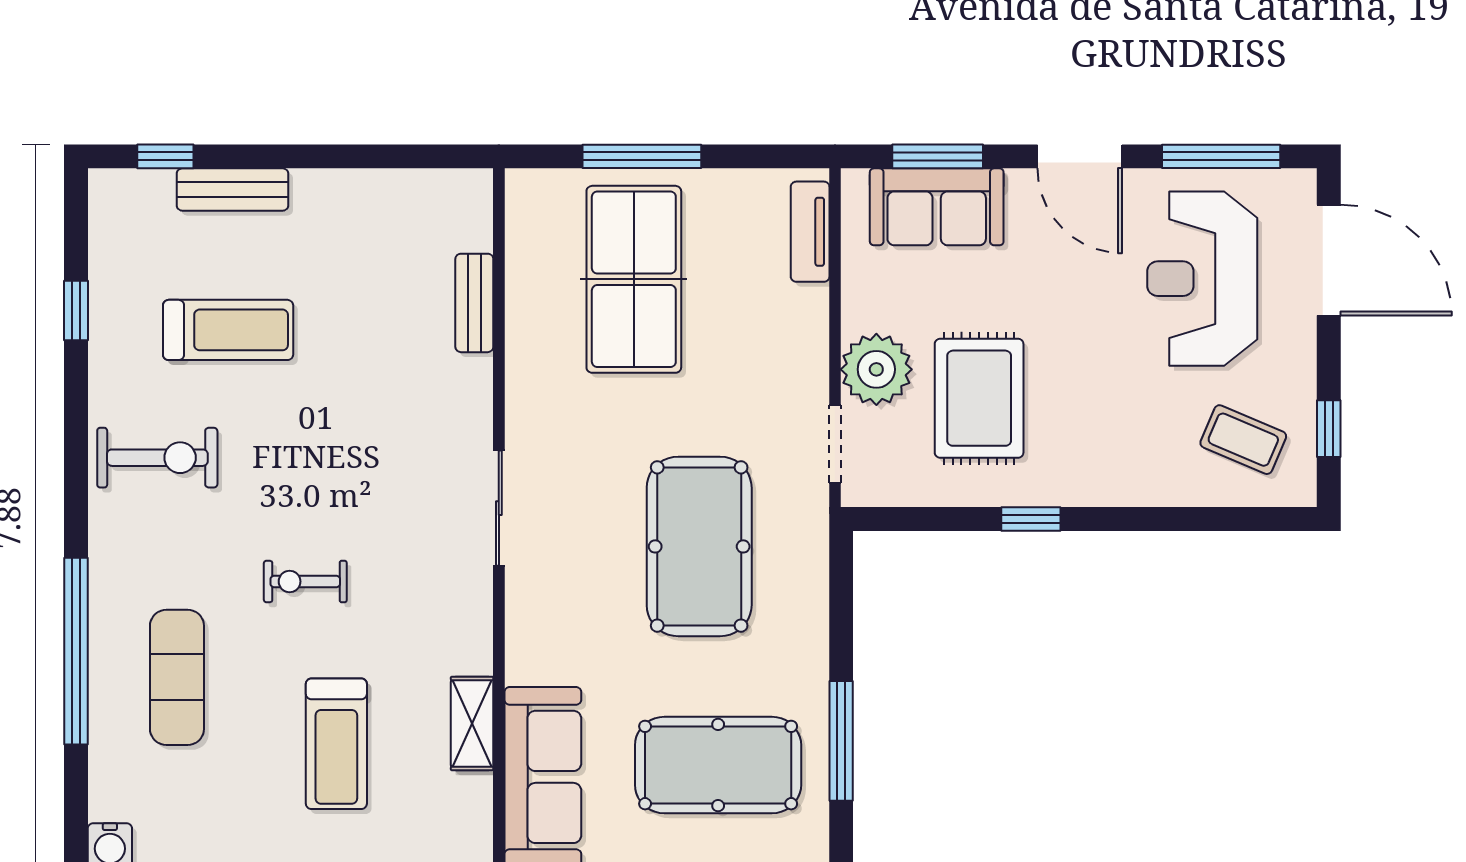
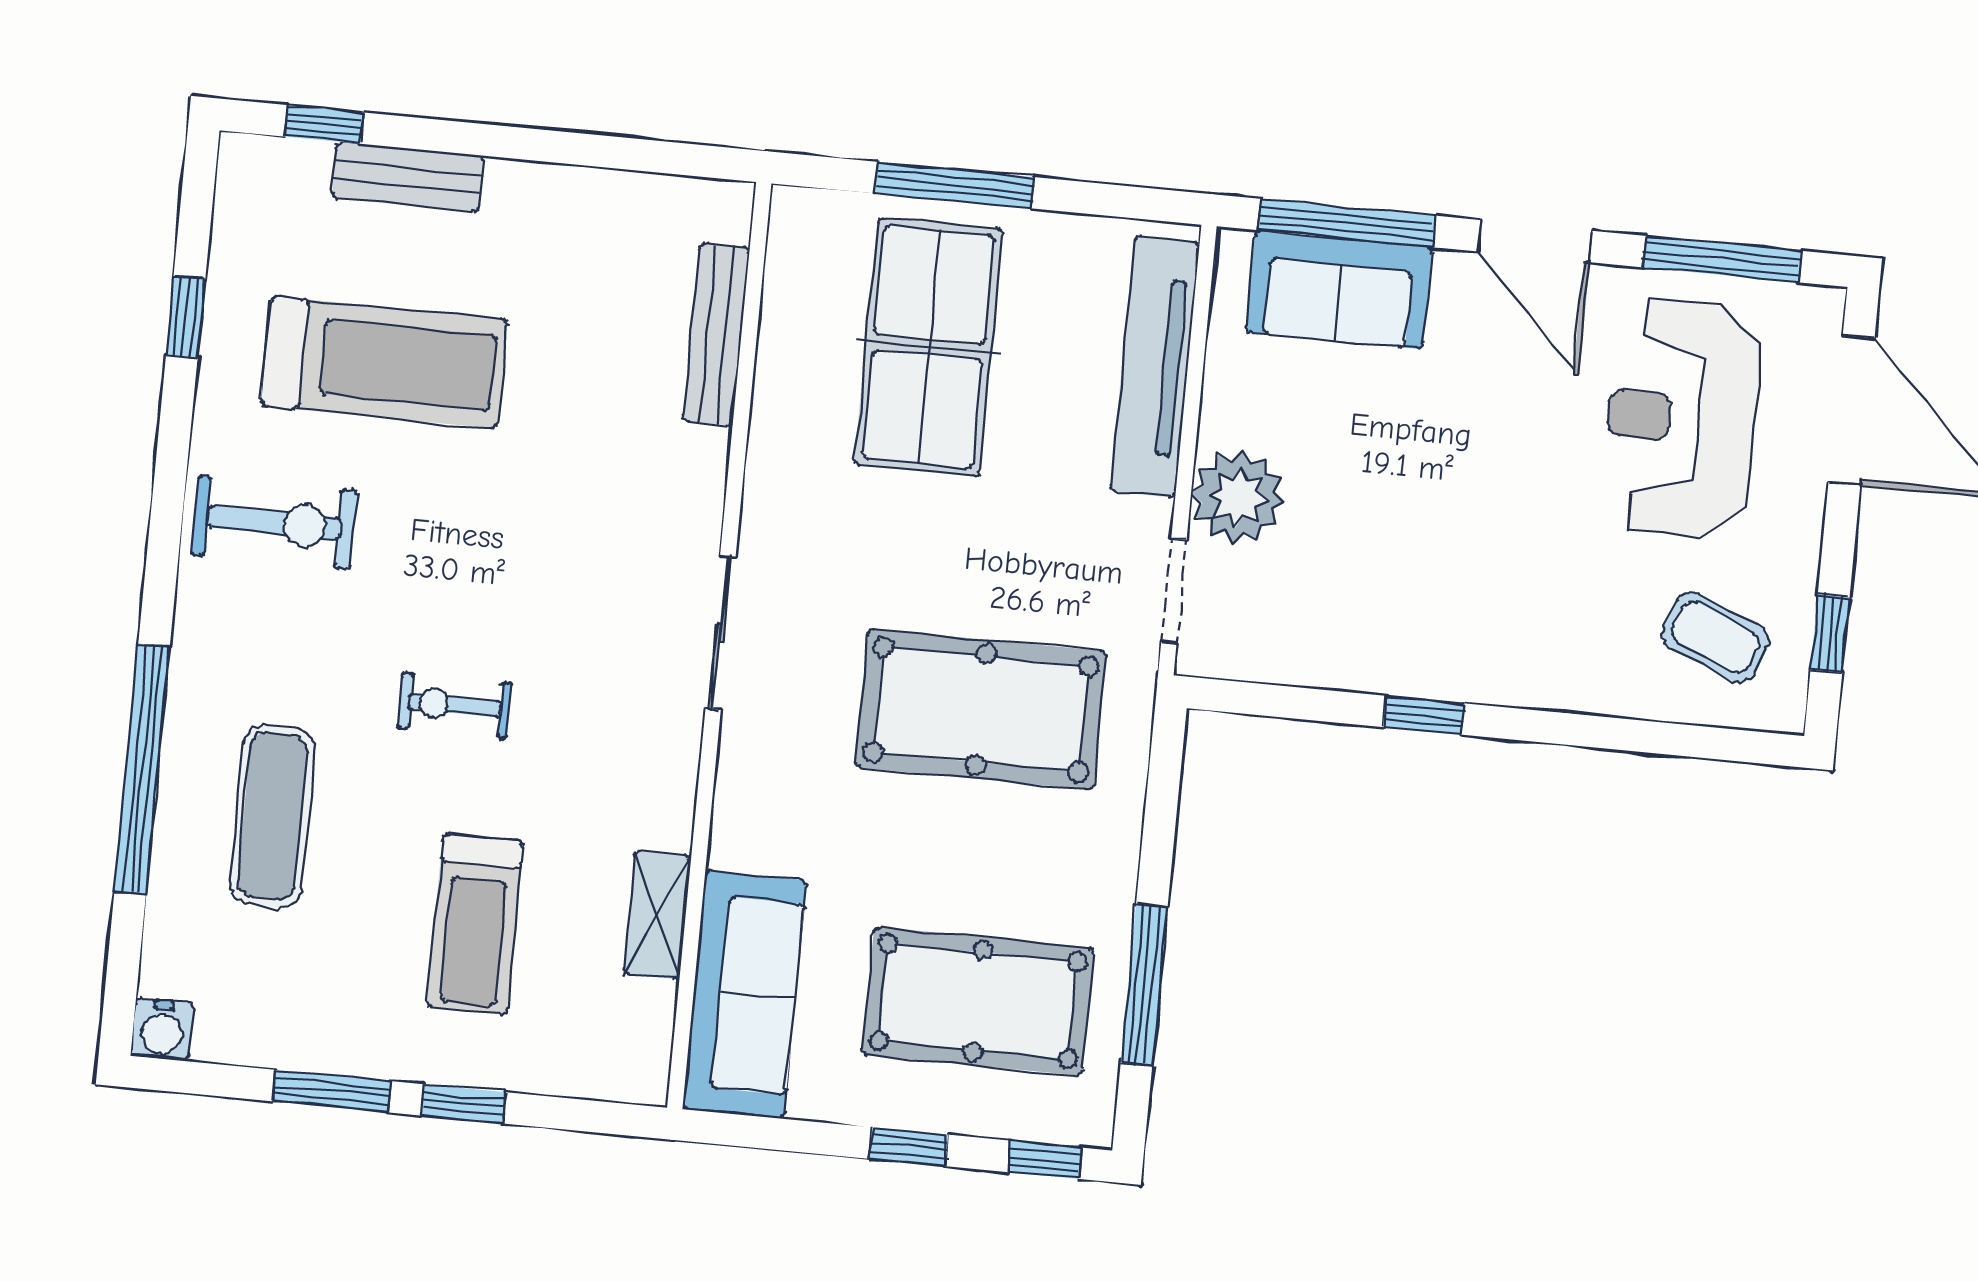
window: (938, 156) -> (1347, 223), width x1.44
tv unit: (810, 232) -> (1155, 367), width x1.92, depth x1.29
bench: (474, 303) -> (716, 334), width x1.36
treadmill: (228, 330) -> (384, 362), width x1.37, depth x1.38
rug: (979, 398) -> (1371, 549), removed
pool table: (699, 546) -> (981, 709), turned 90

